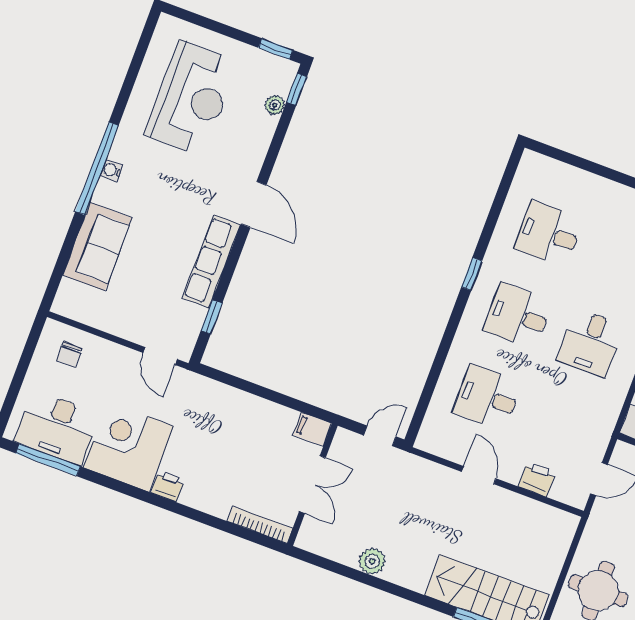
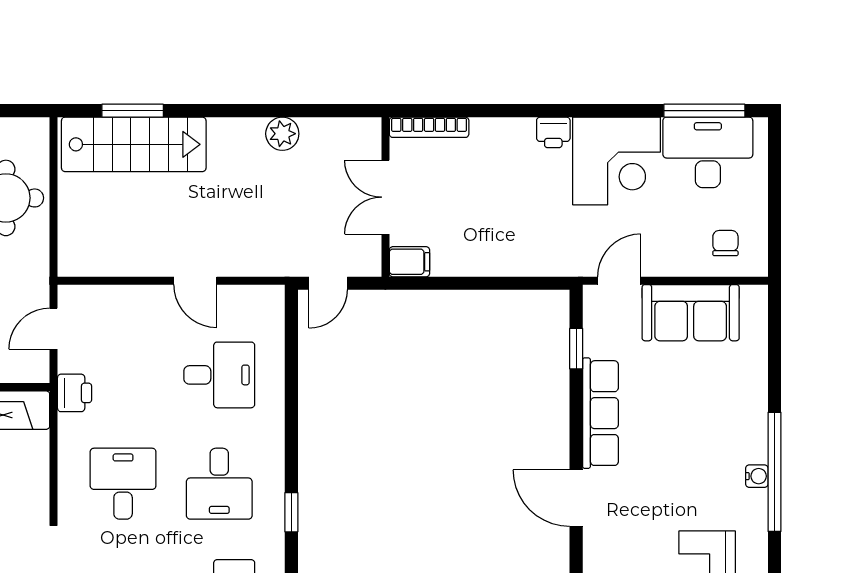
sofa: (97, 247) -> (691, 313), moved, turned -90
desk: (518, 316) -> (219, 484), turned 90
door: (160, 356) -> (619, 281), hinge flipped
printer: (537, 479) -> (75, 393), moved, turned -90

